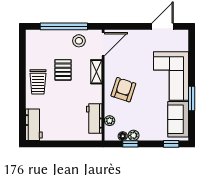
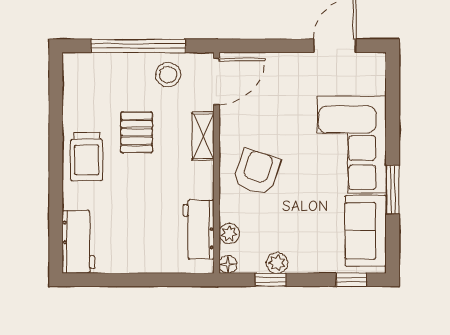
floor lamp: (123, 136) -> (228, 264), moved

